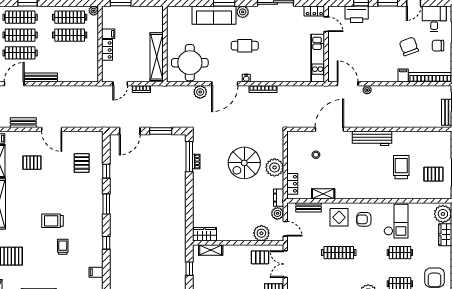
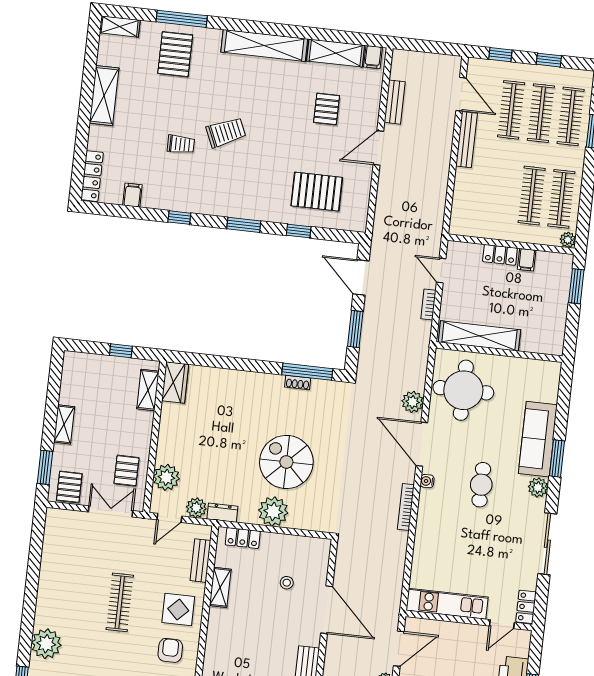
pallet: (82, 163) -> (317, 192), width x1.50, depth x1.42
trolley: (53, 221) -> (226, 132), turned 66

